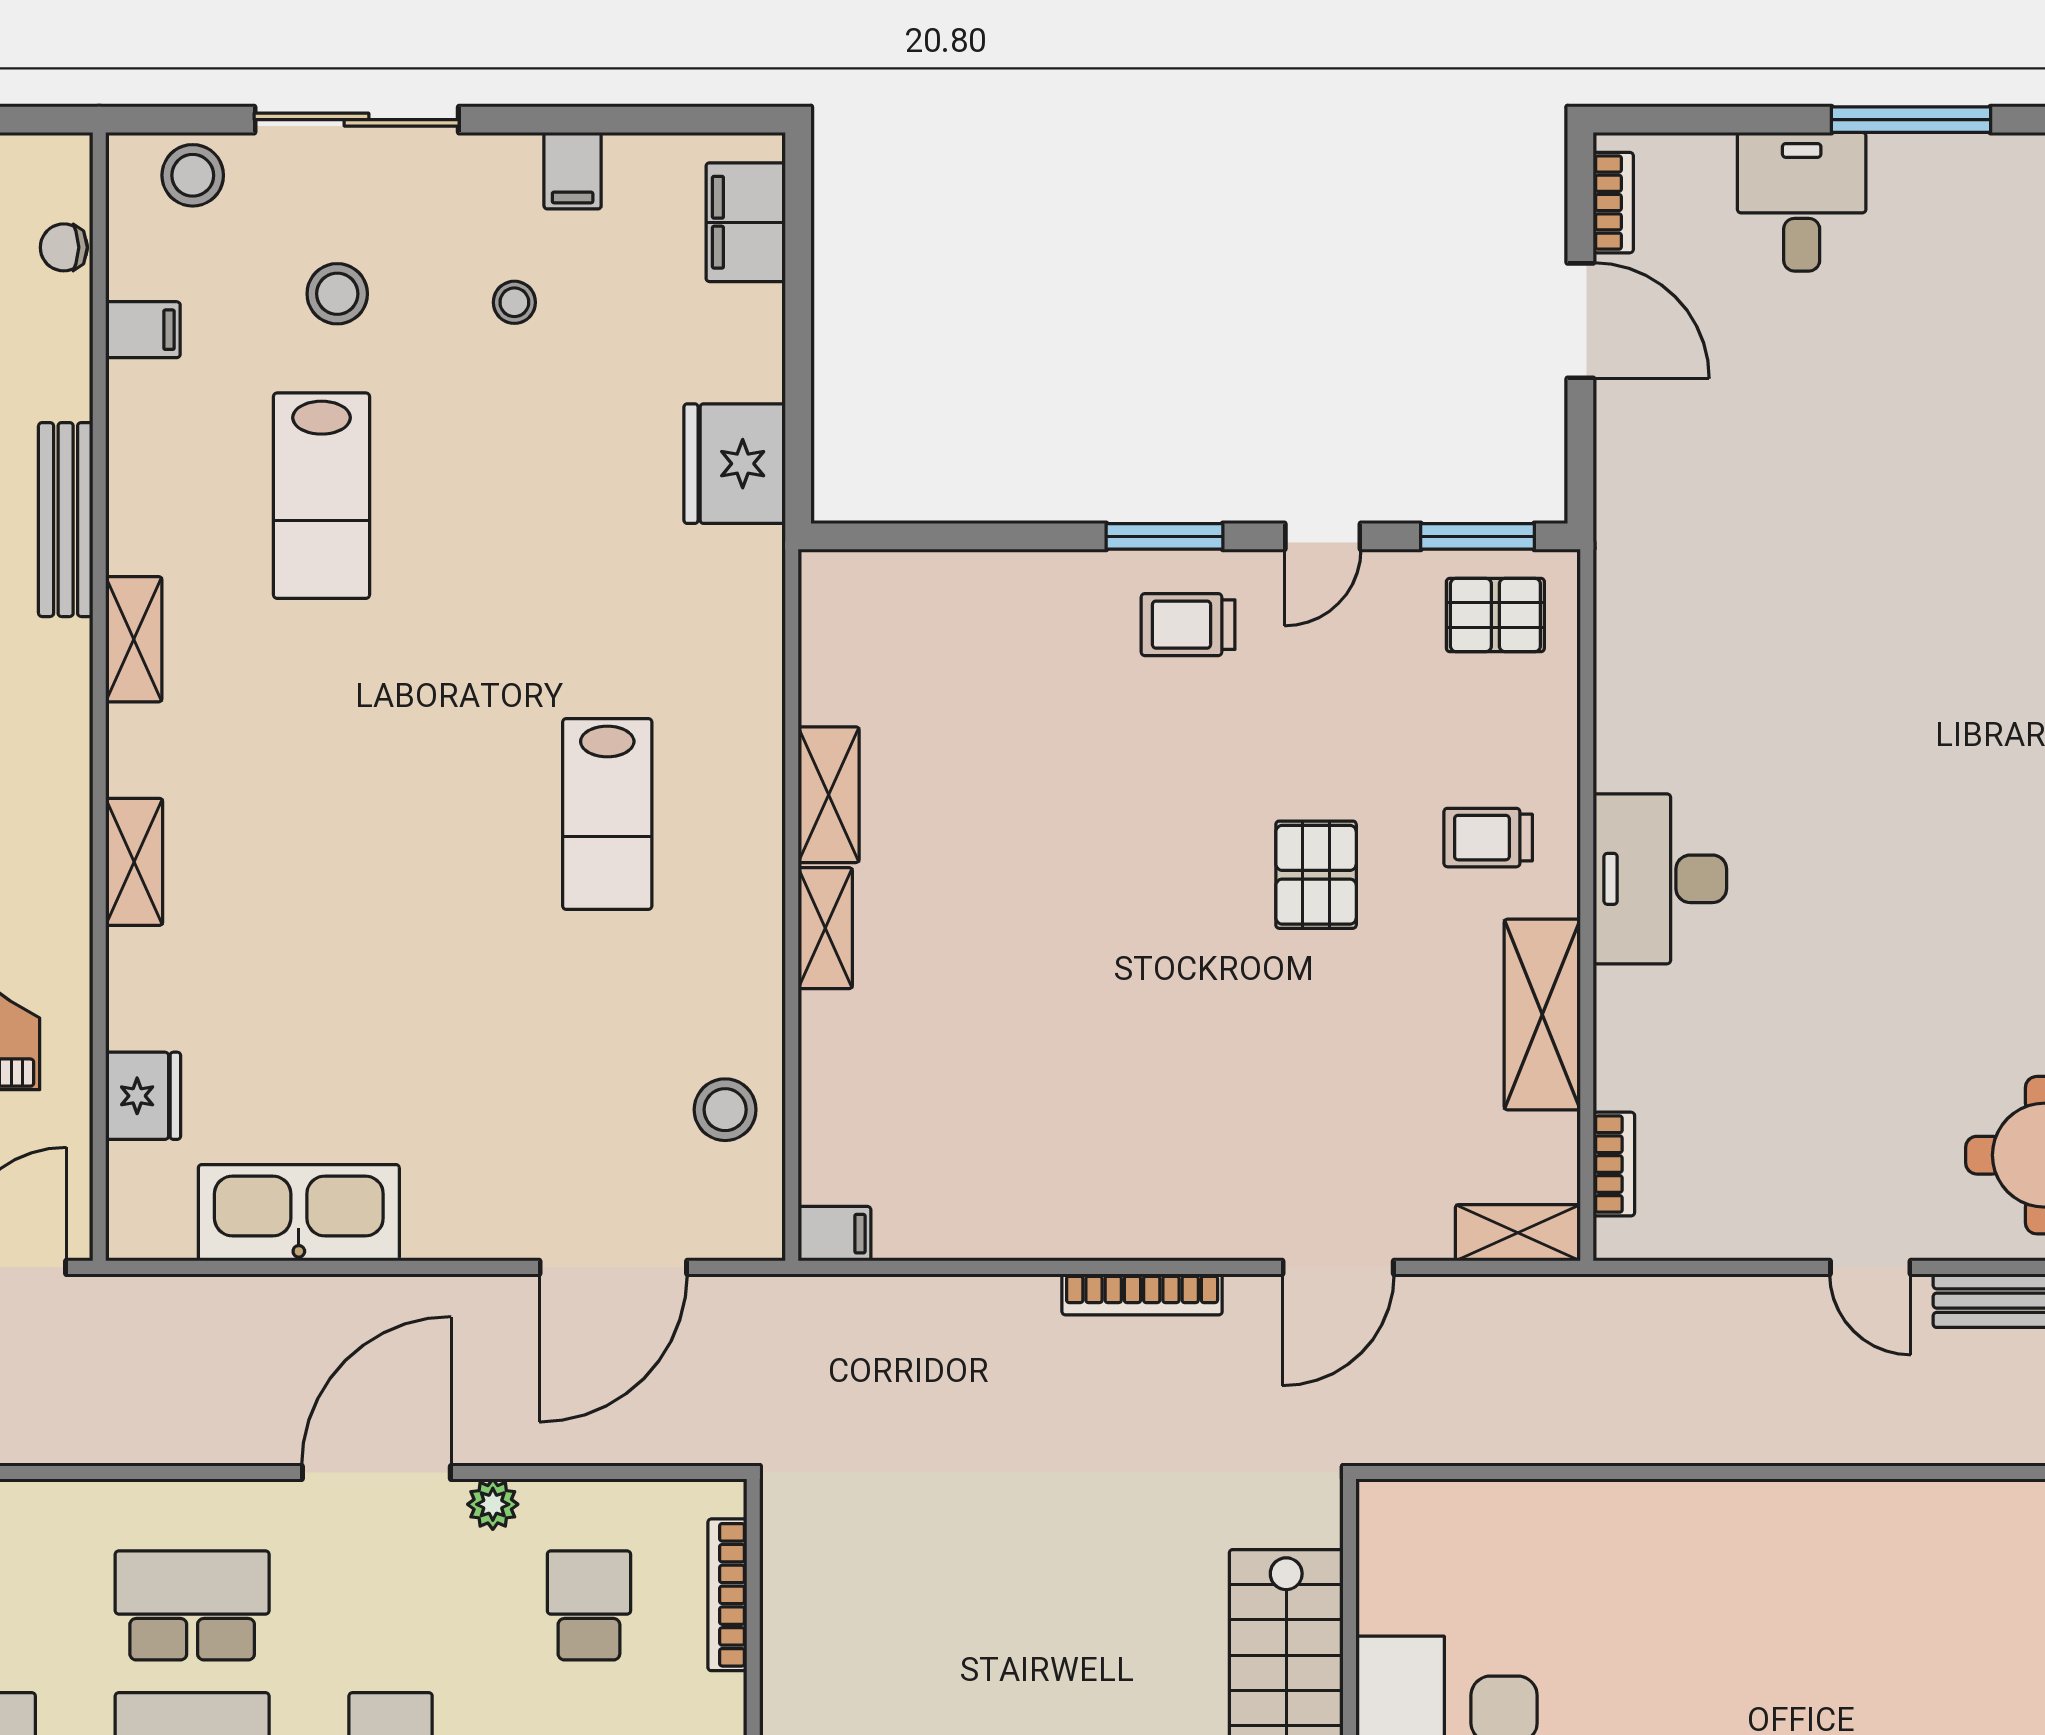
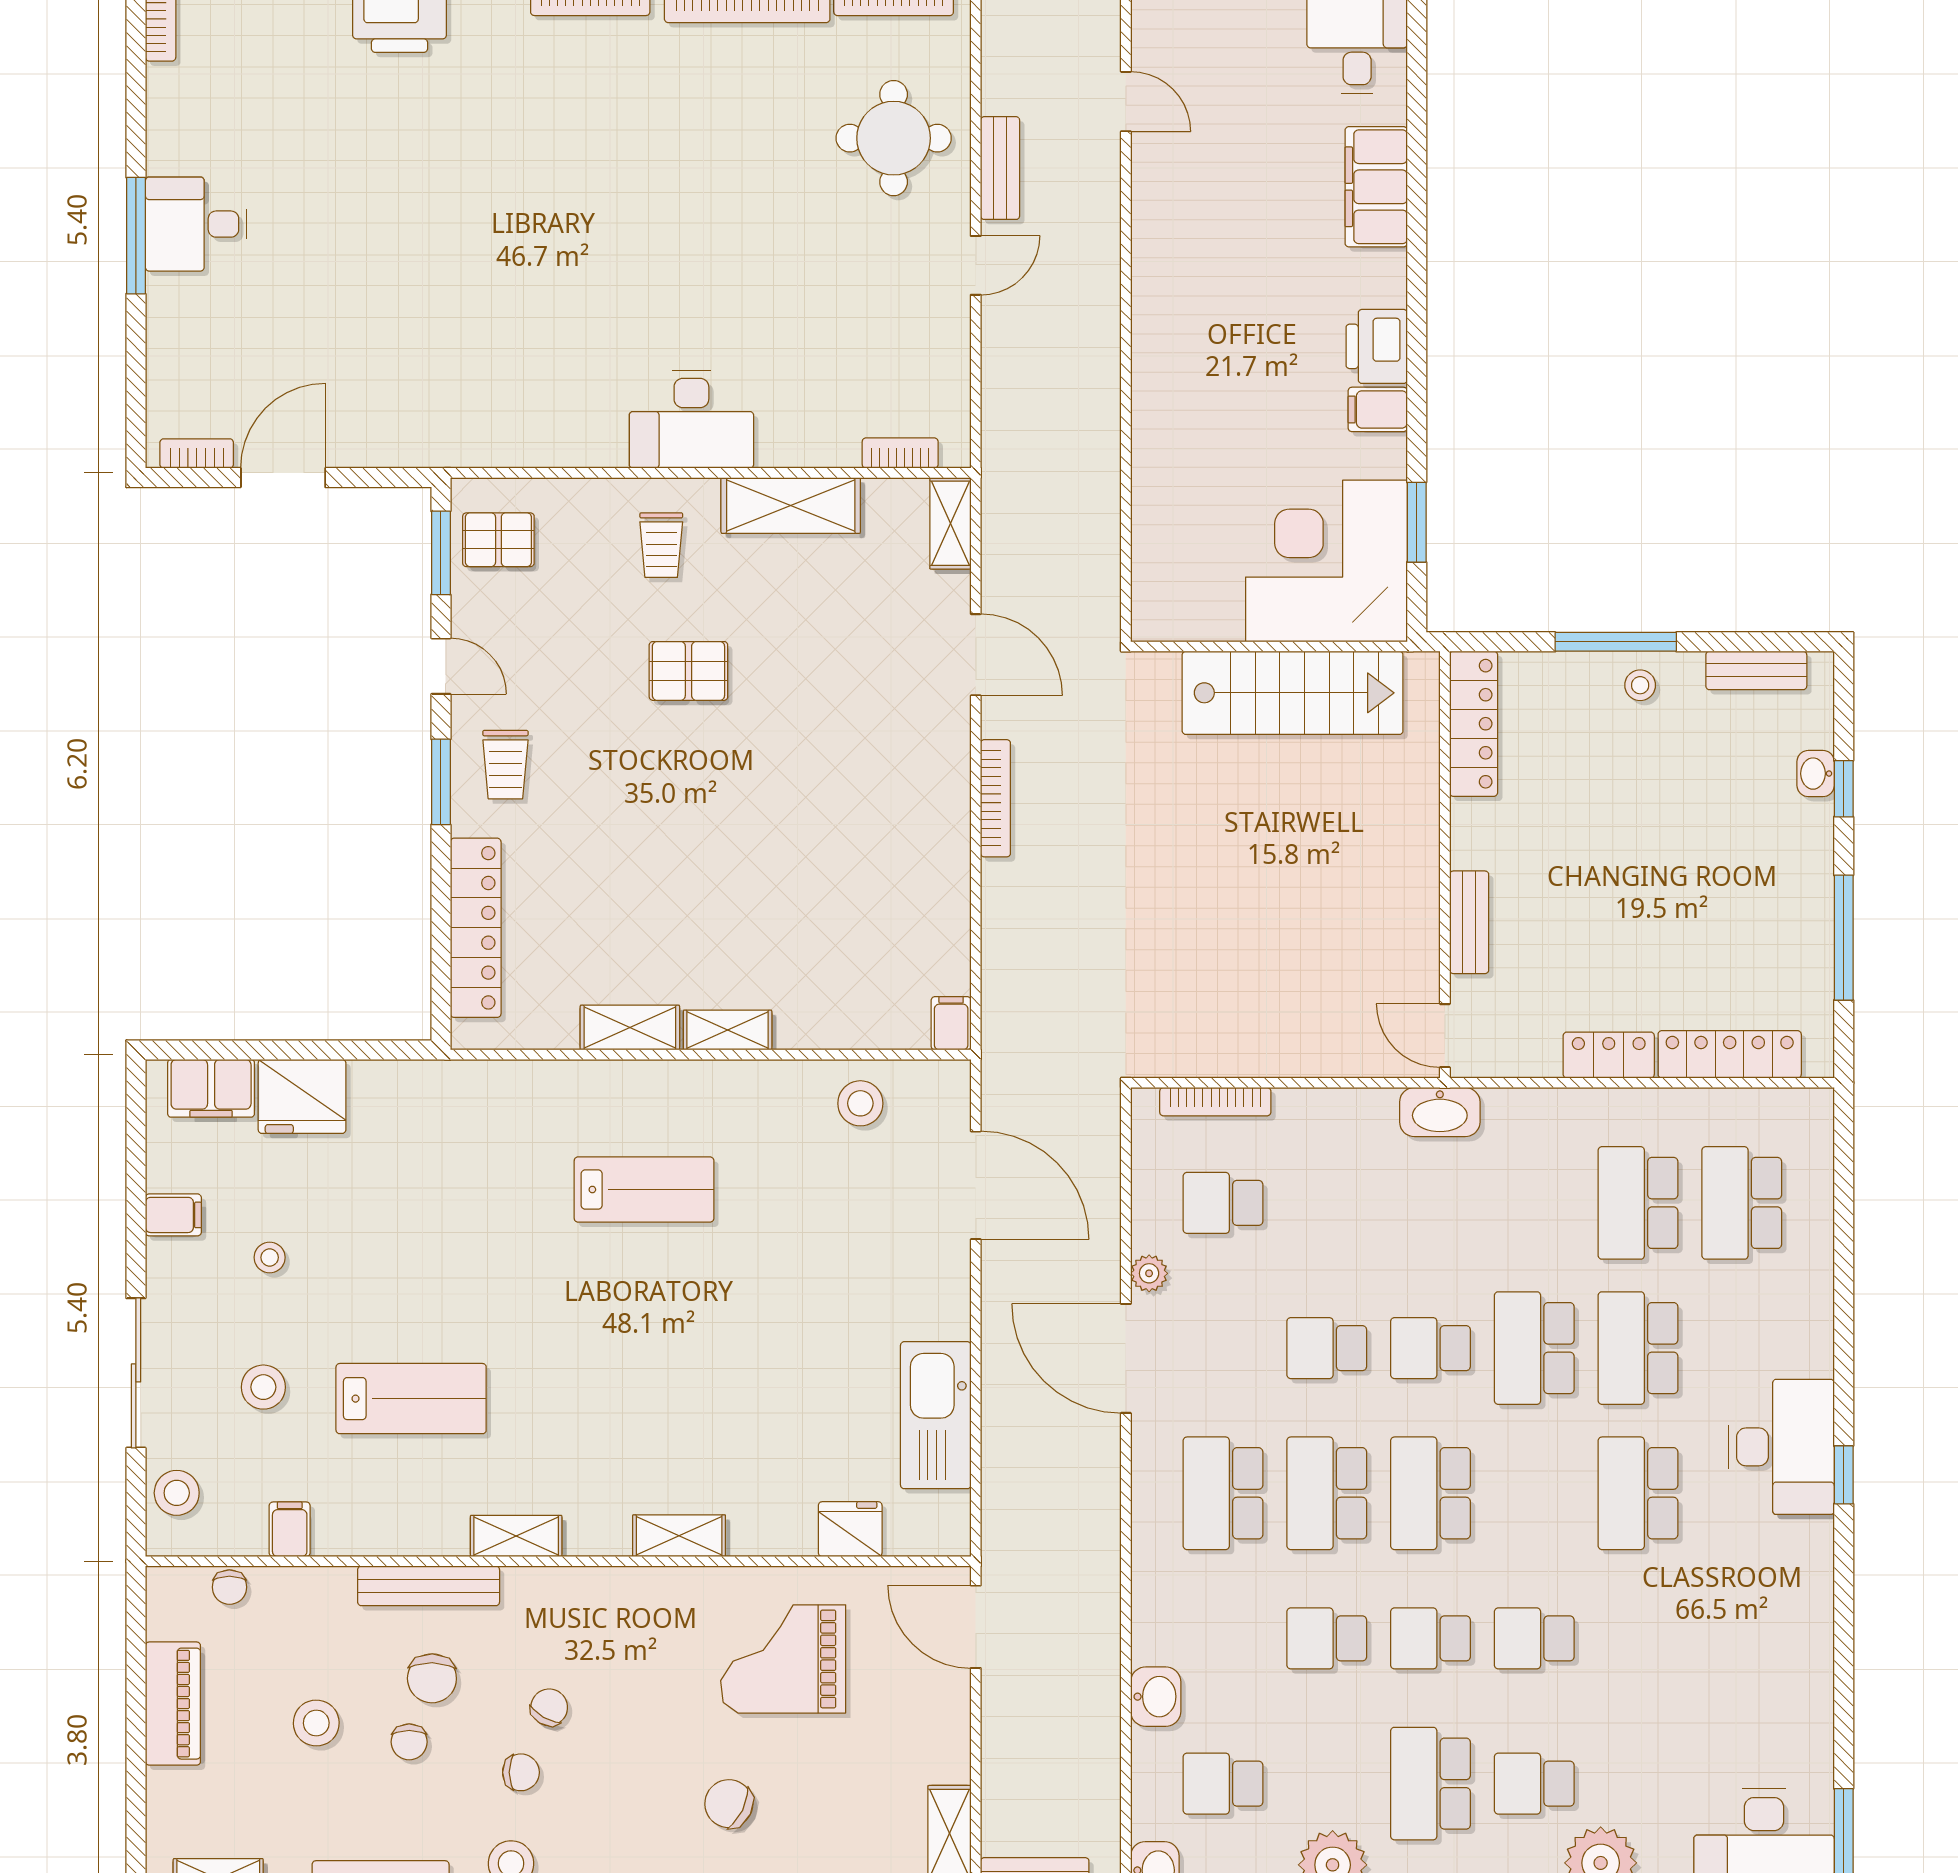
desk: (1802, 202) -> (196, 224), moved
fridge: (735, 464) -> (302, 1096), moved
locker: (965, 584) -> (476, 928), added
pallet: (1495, 615) -> (498, 540), turned 90

